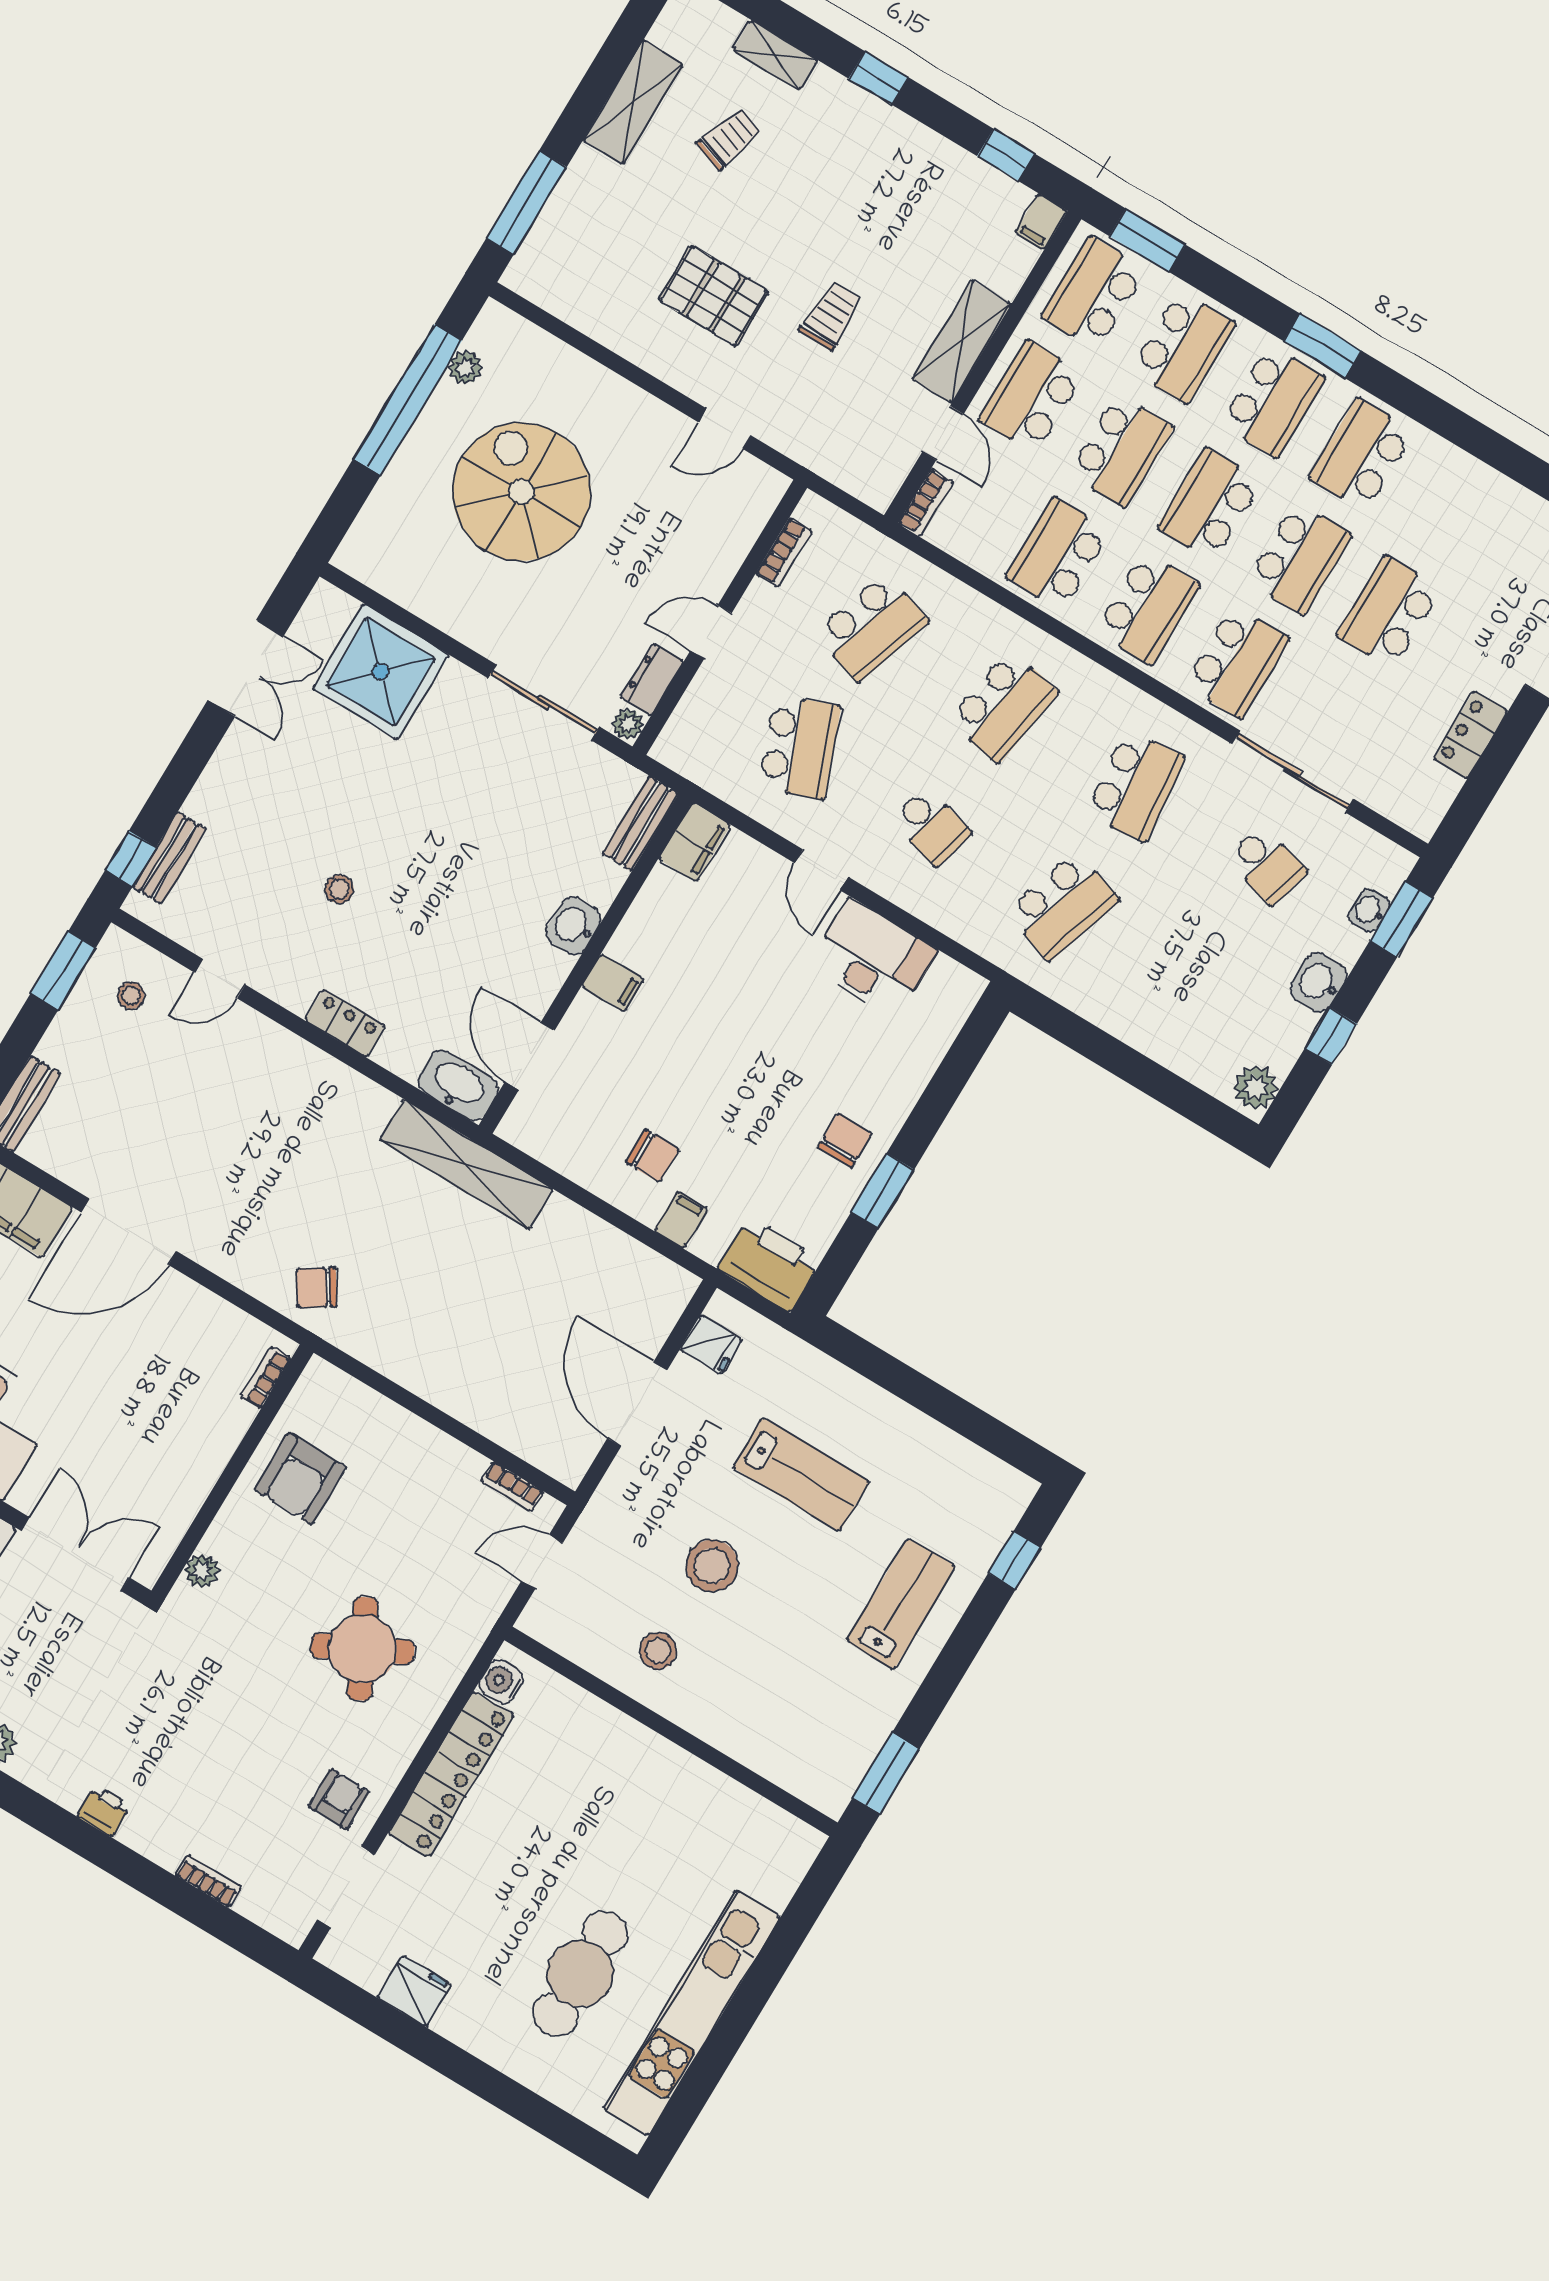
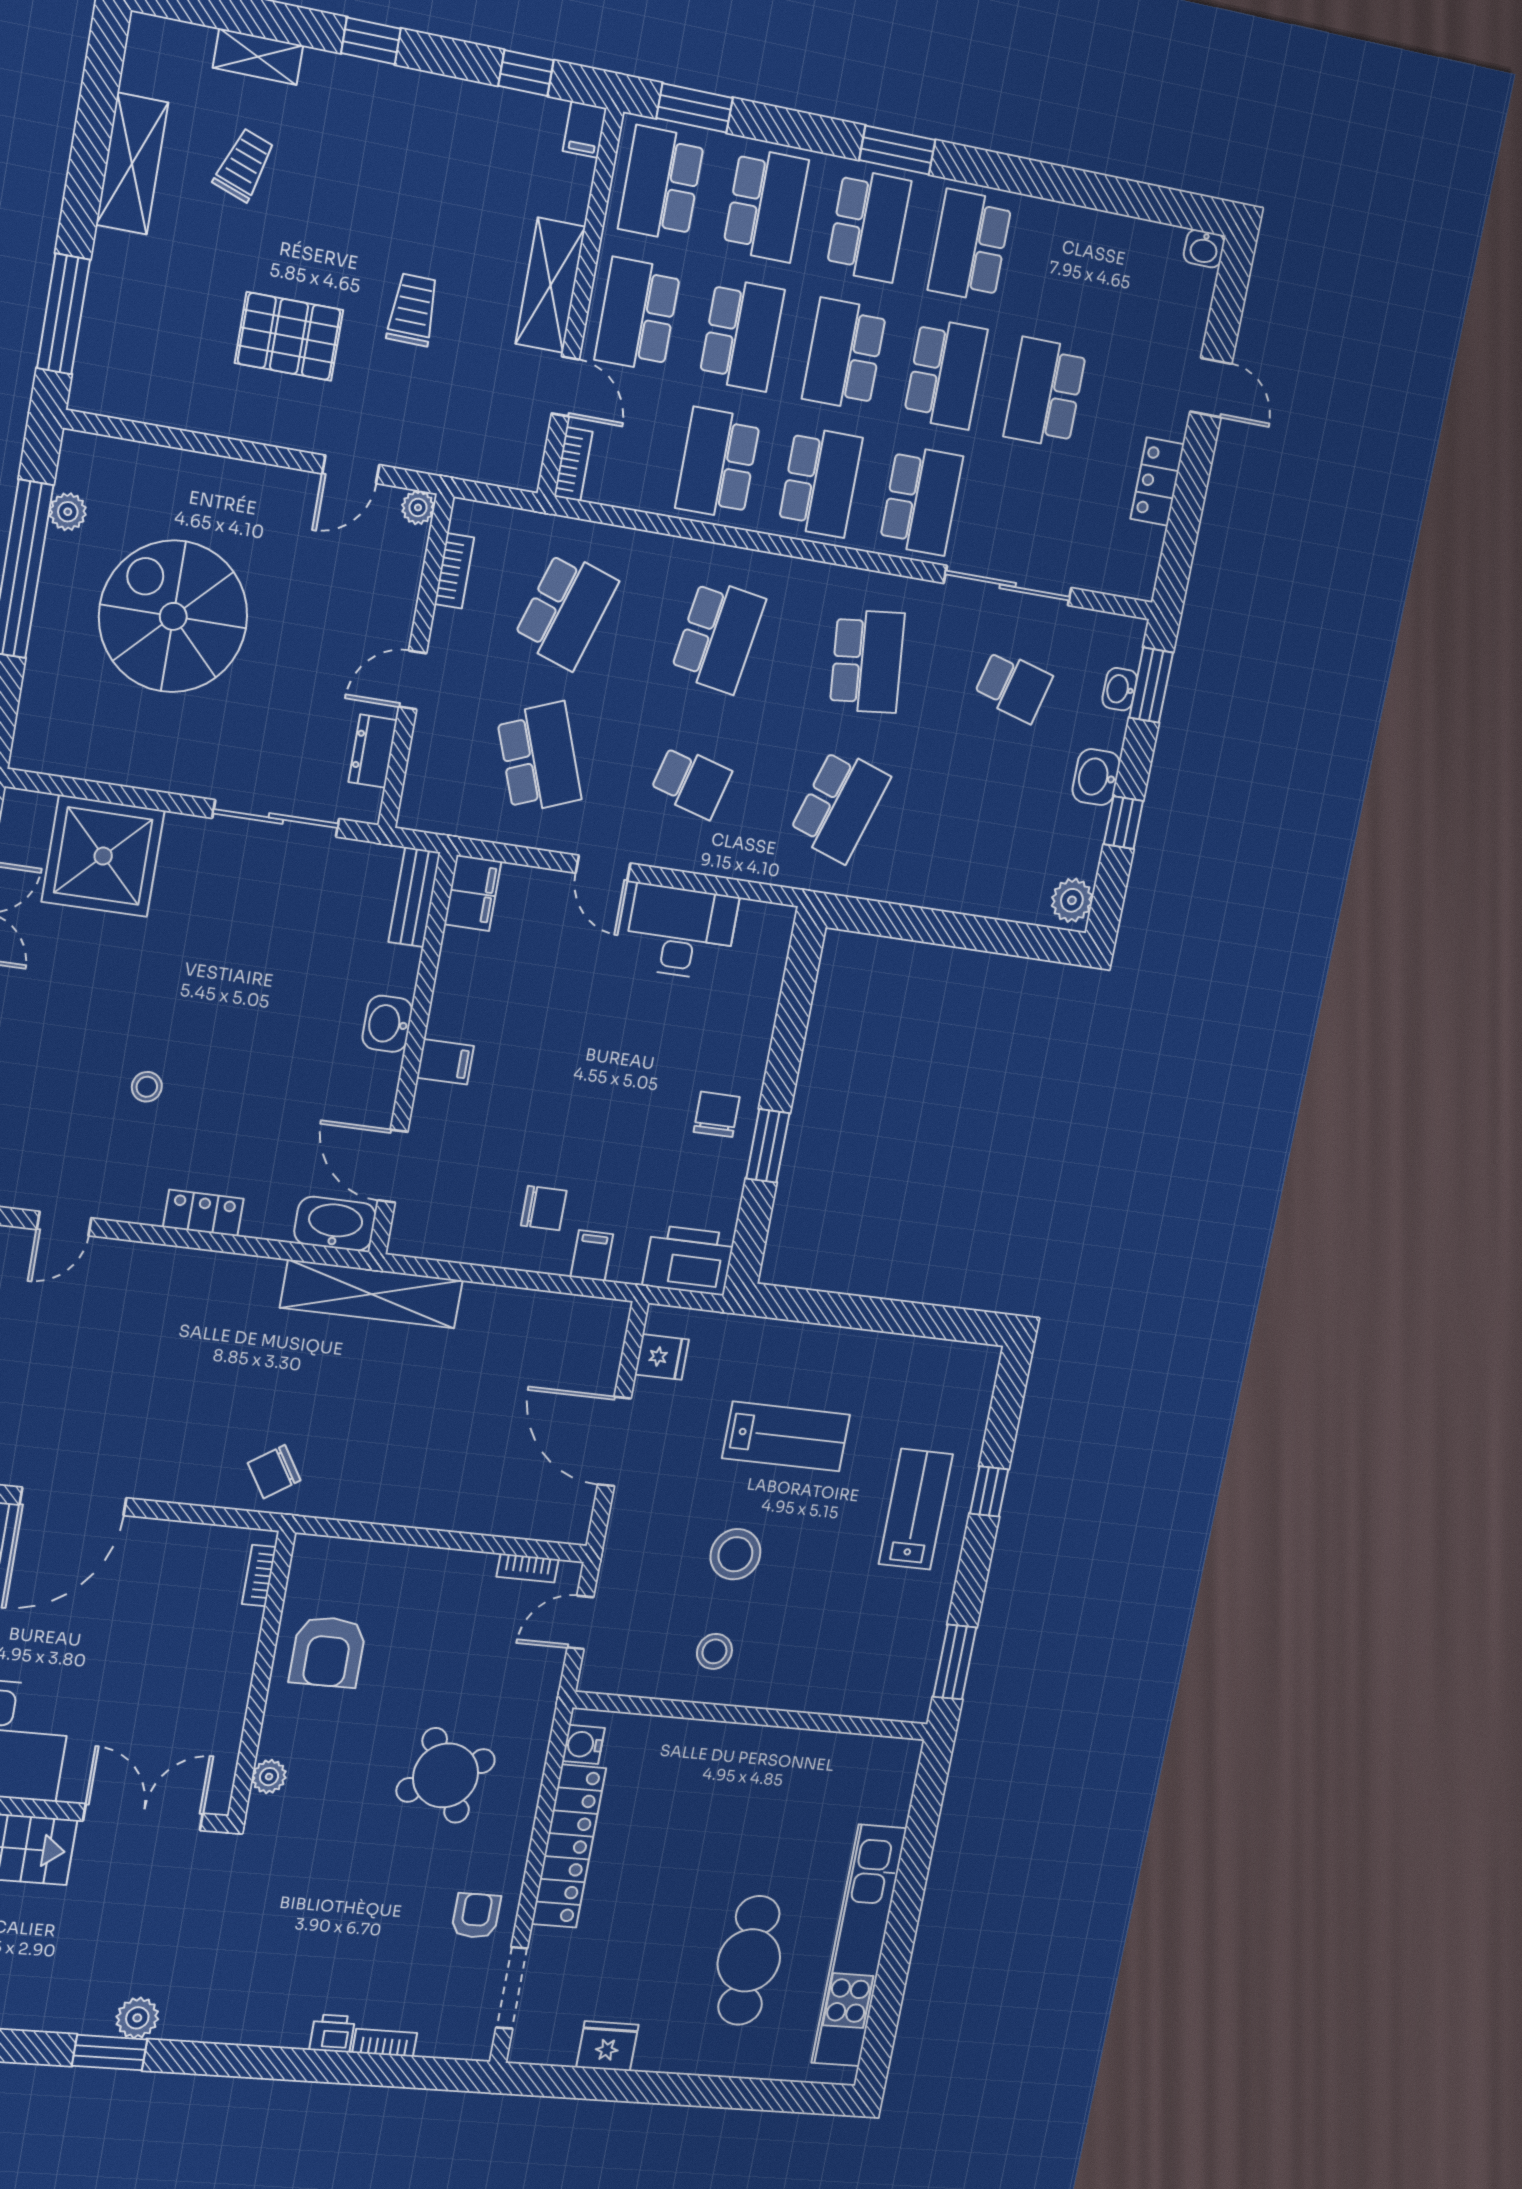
plant: (628, 724) -> (418, 507), moved
window: (1015, 1560) -> (989, 1491), moved
printer: (104, 1811) -> (332, 2033), moved

